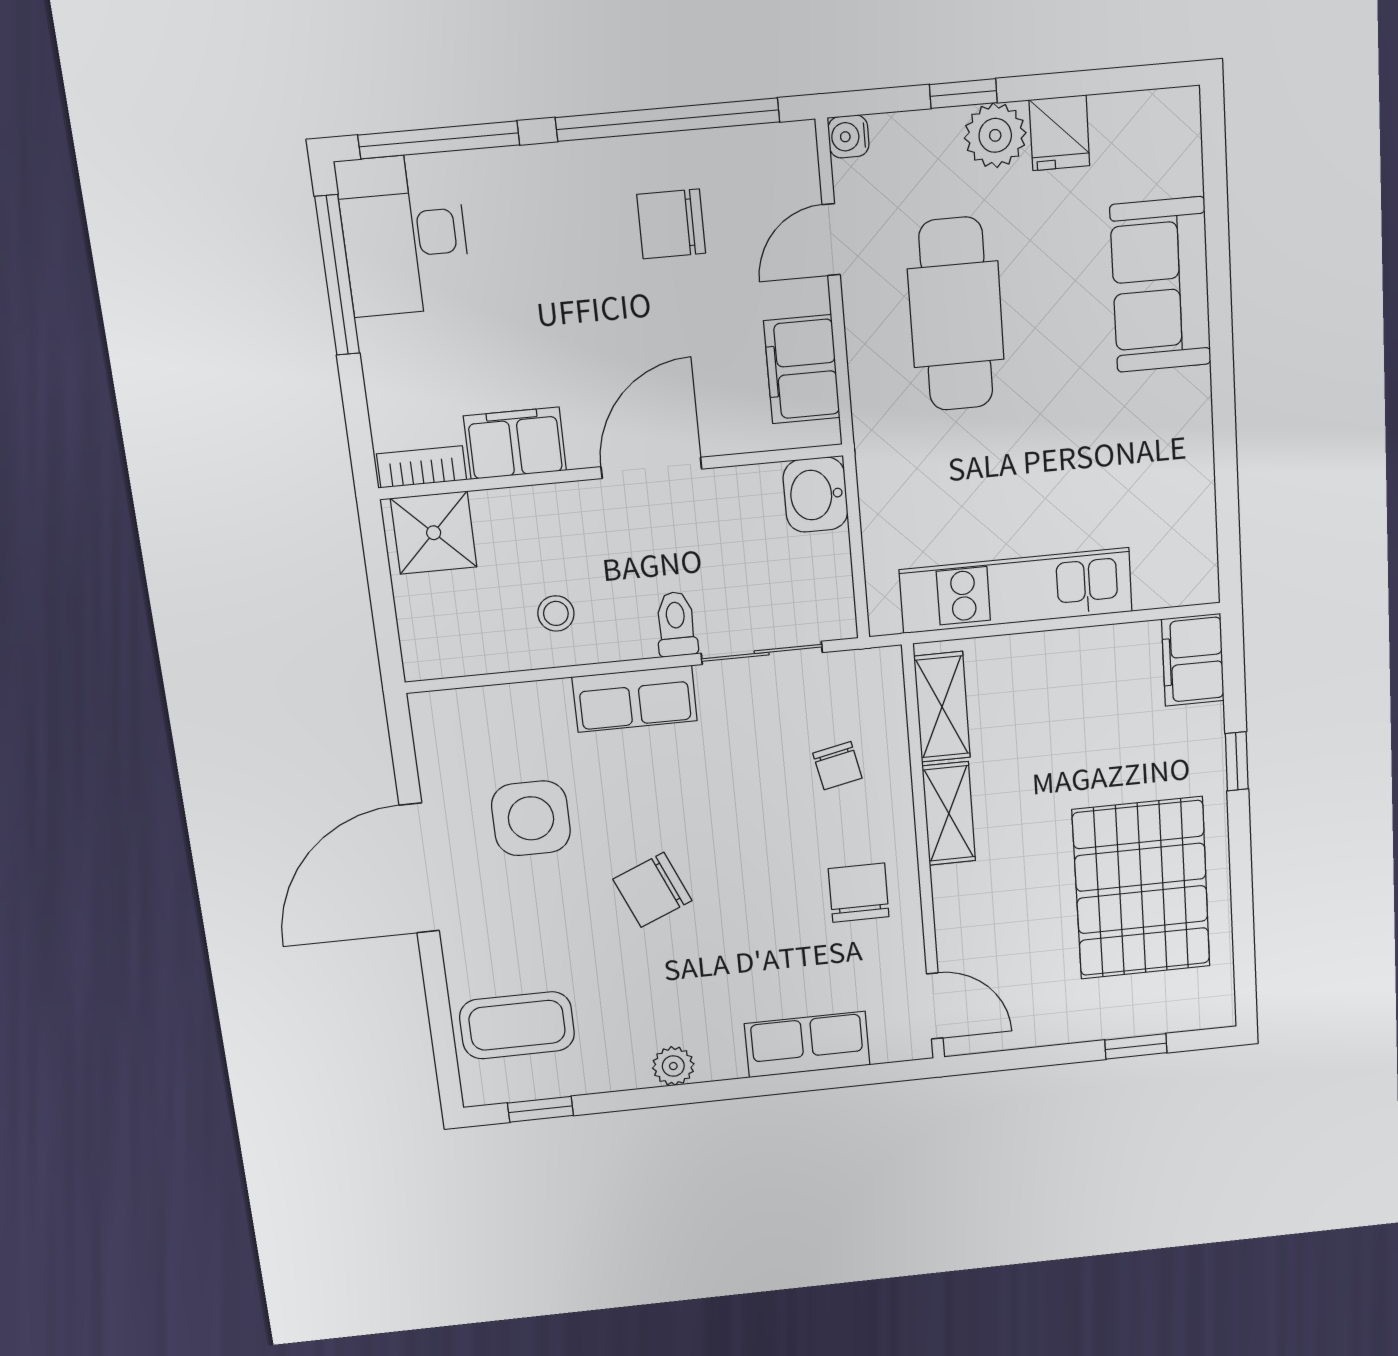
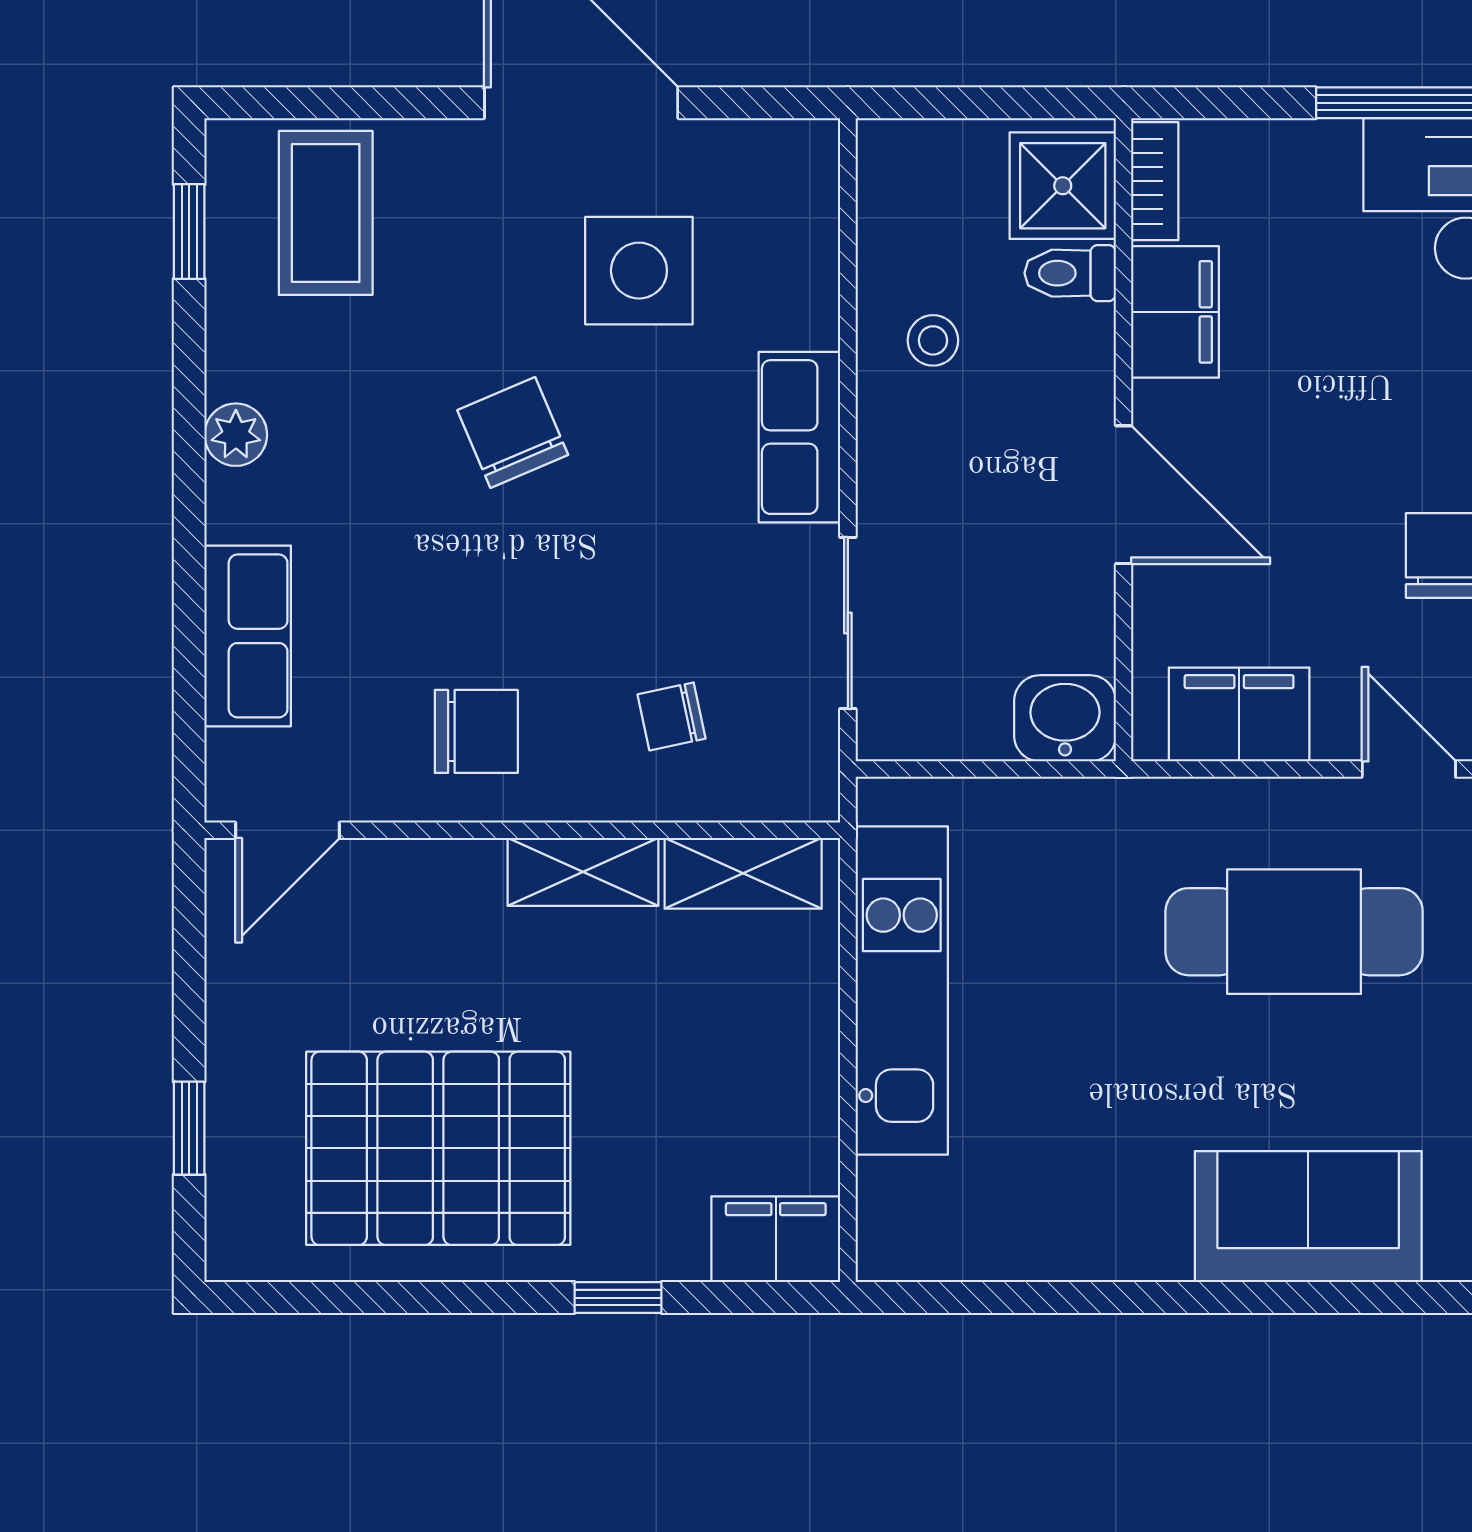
toilet: (676, 624) -> (1070, 273), moved, turned 180

